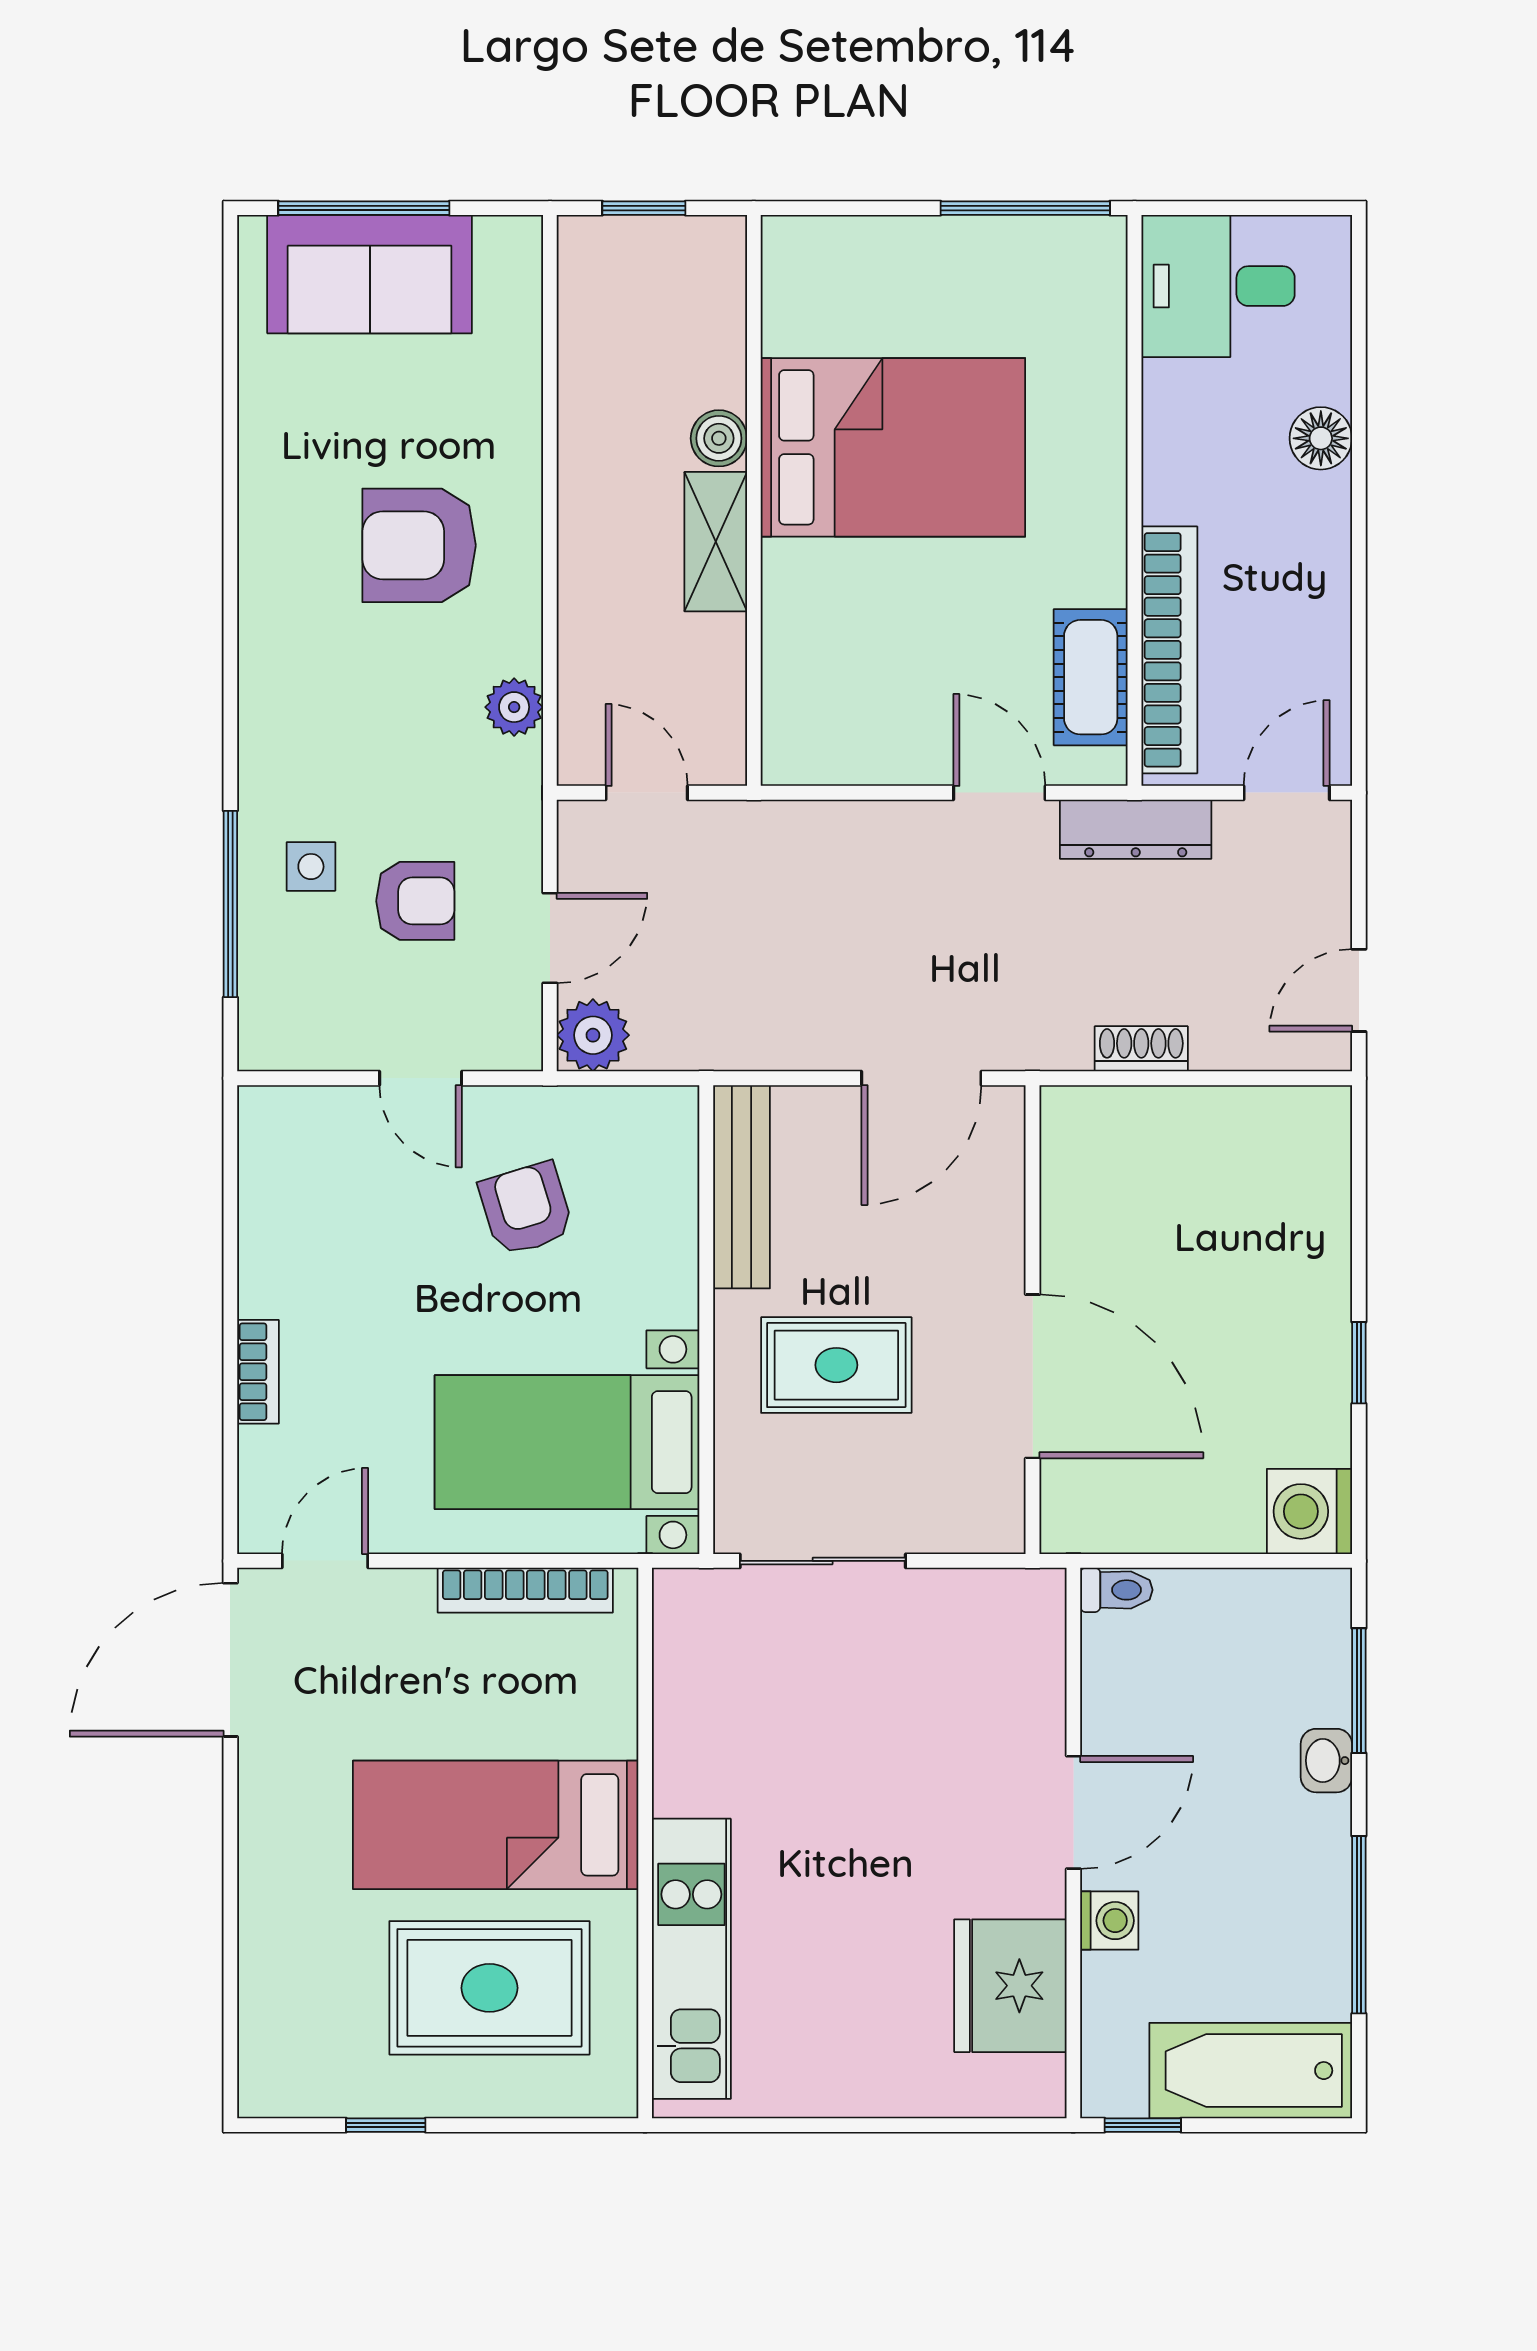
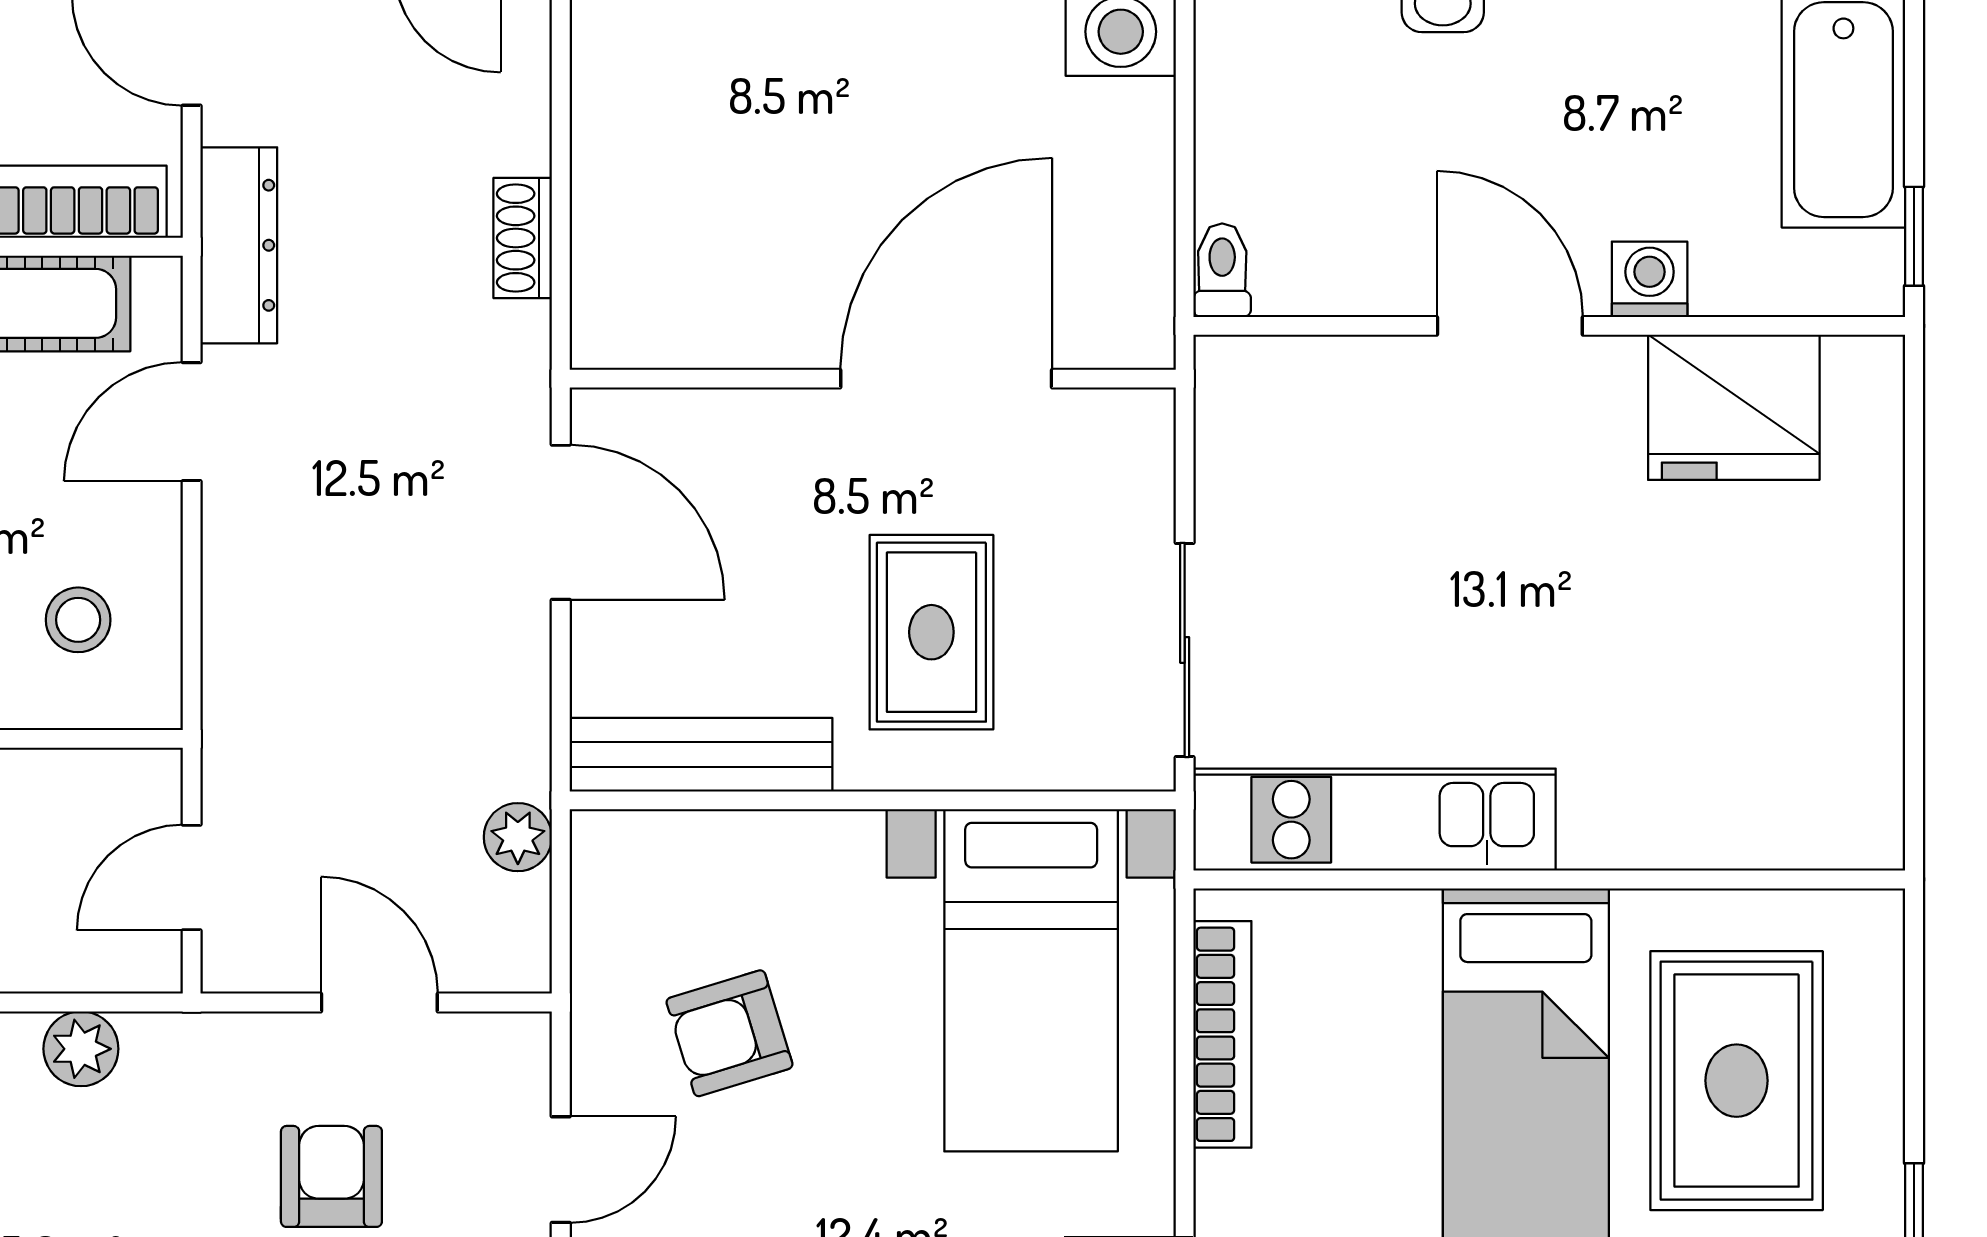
stool: (846, 705) -> (78, 620), added
plant: (593, 1035) -> (518, 837), moved, width x0.73, depth x0.73
kitchen unit: (691, 1959) -> (1375, 820), moved

